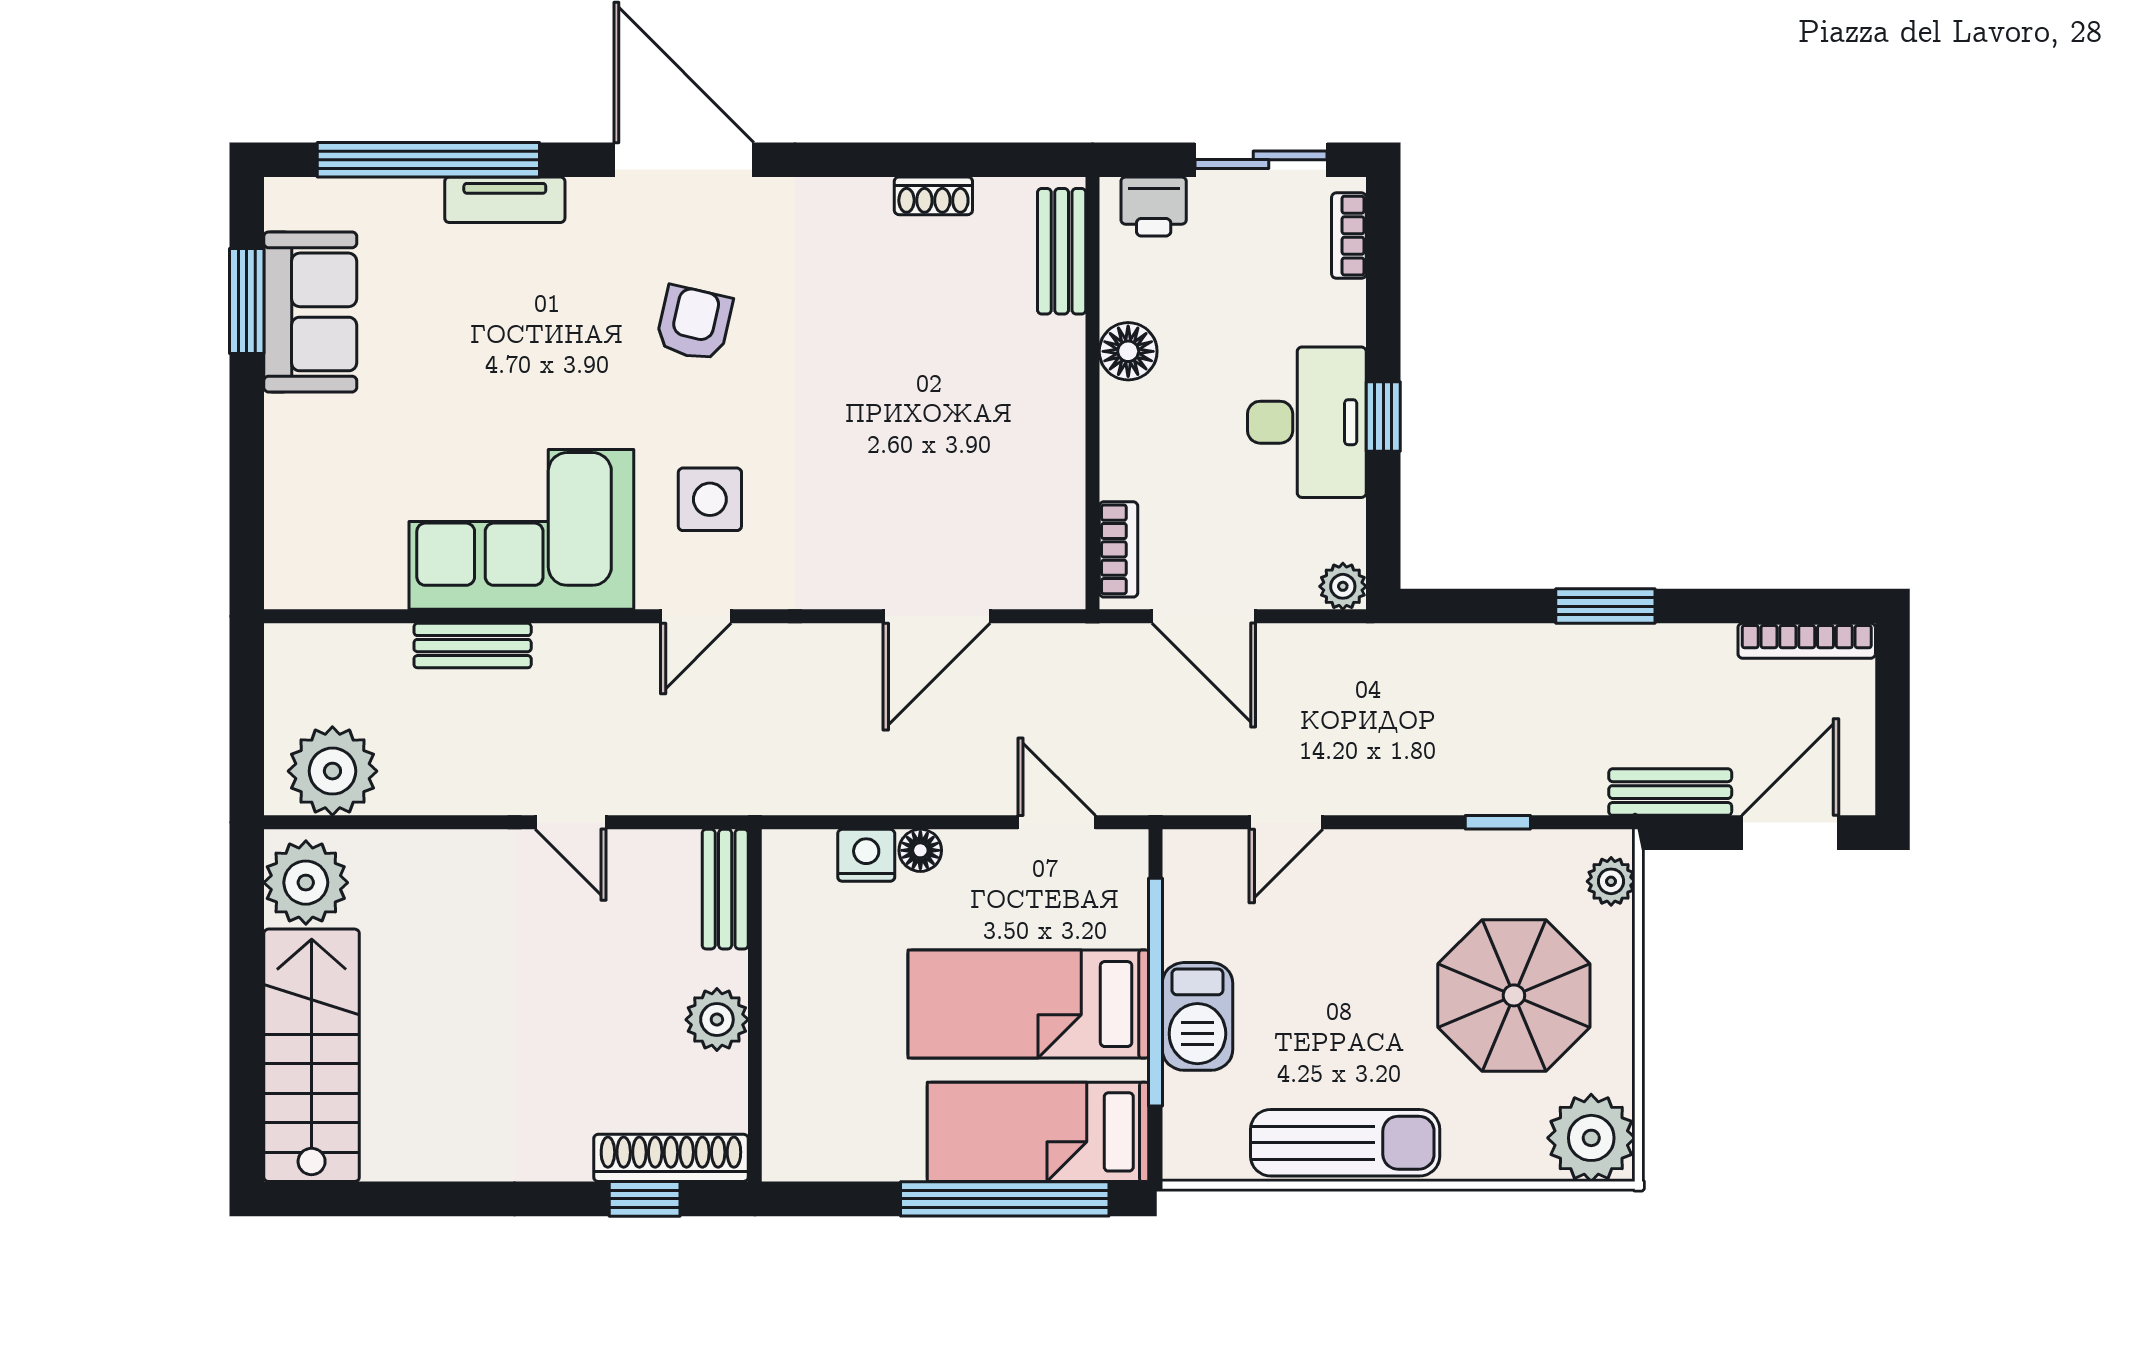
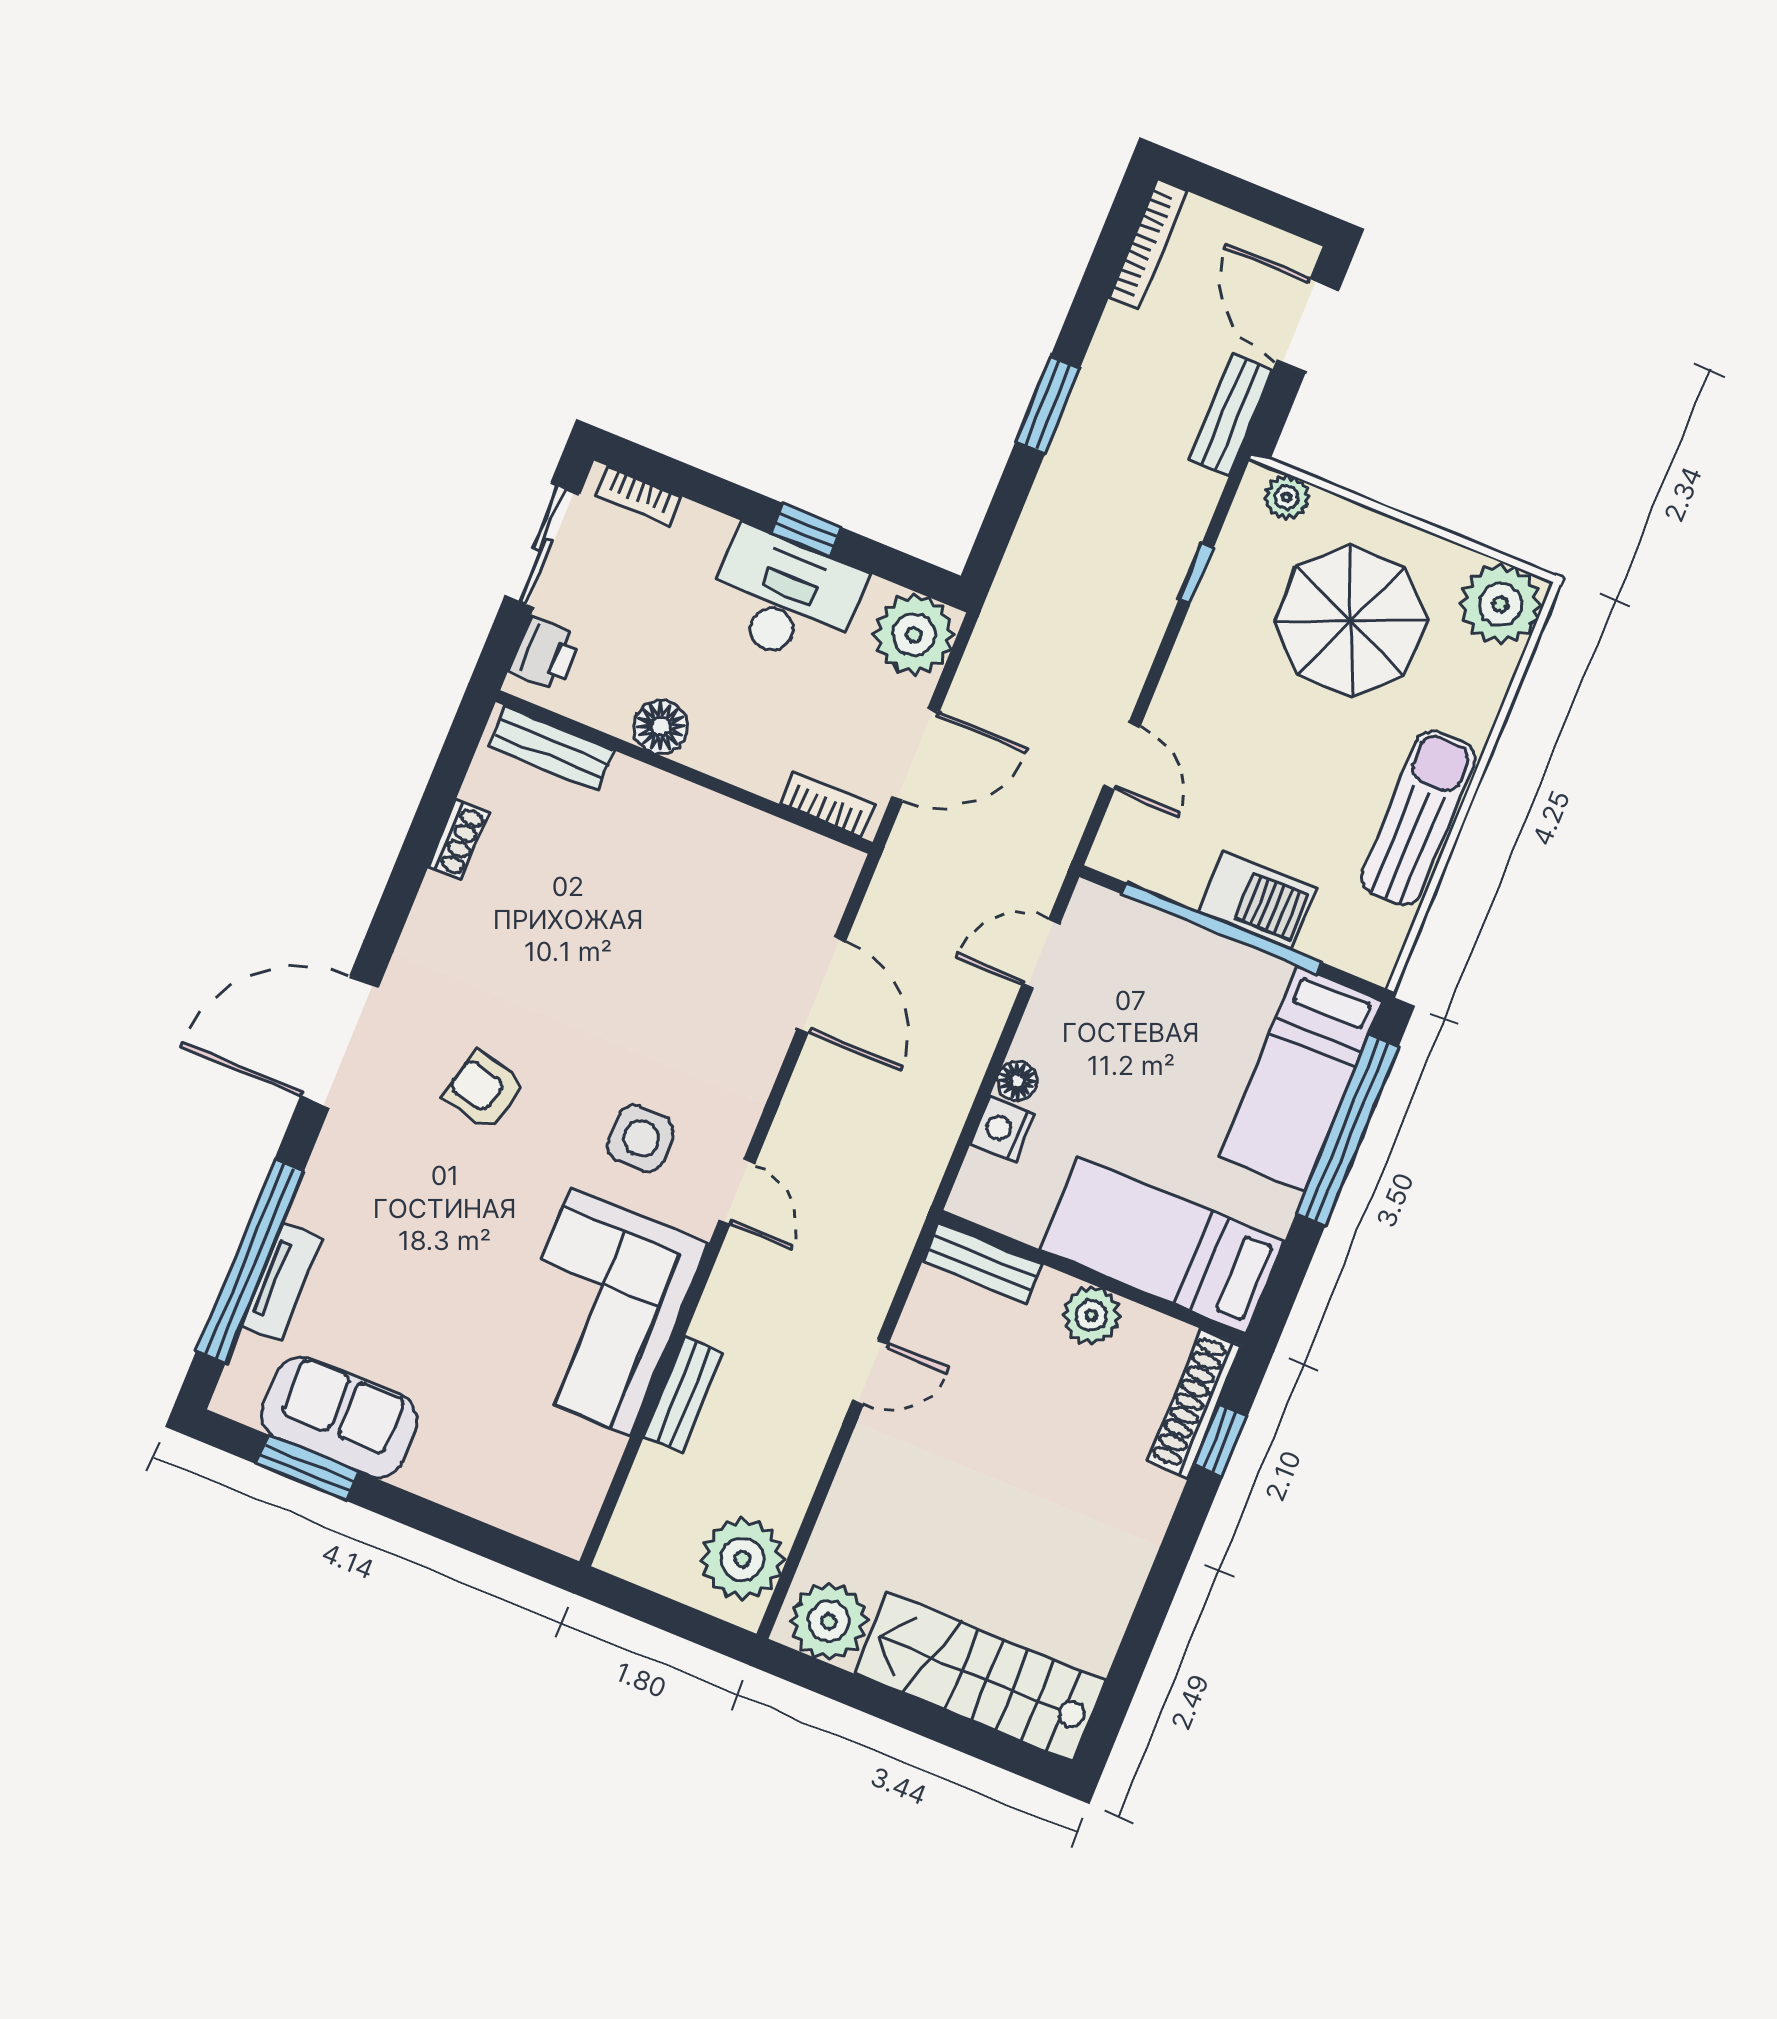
tv unit: (505, 200) -> (282, 1282), moved
plant: (1343, 586) -> (914, 635), width x1.87, depth x1.87
bed: (1028, 1004) -> (1162, 1245), moved, turned 90

